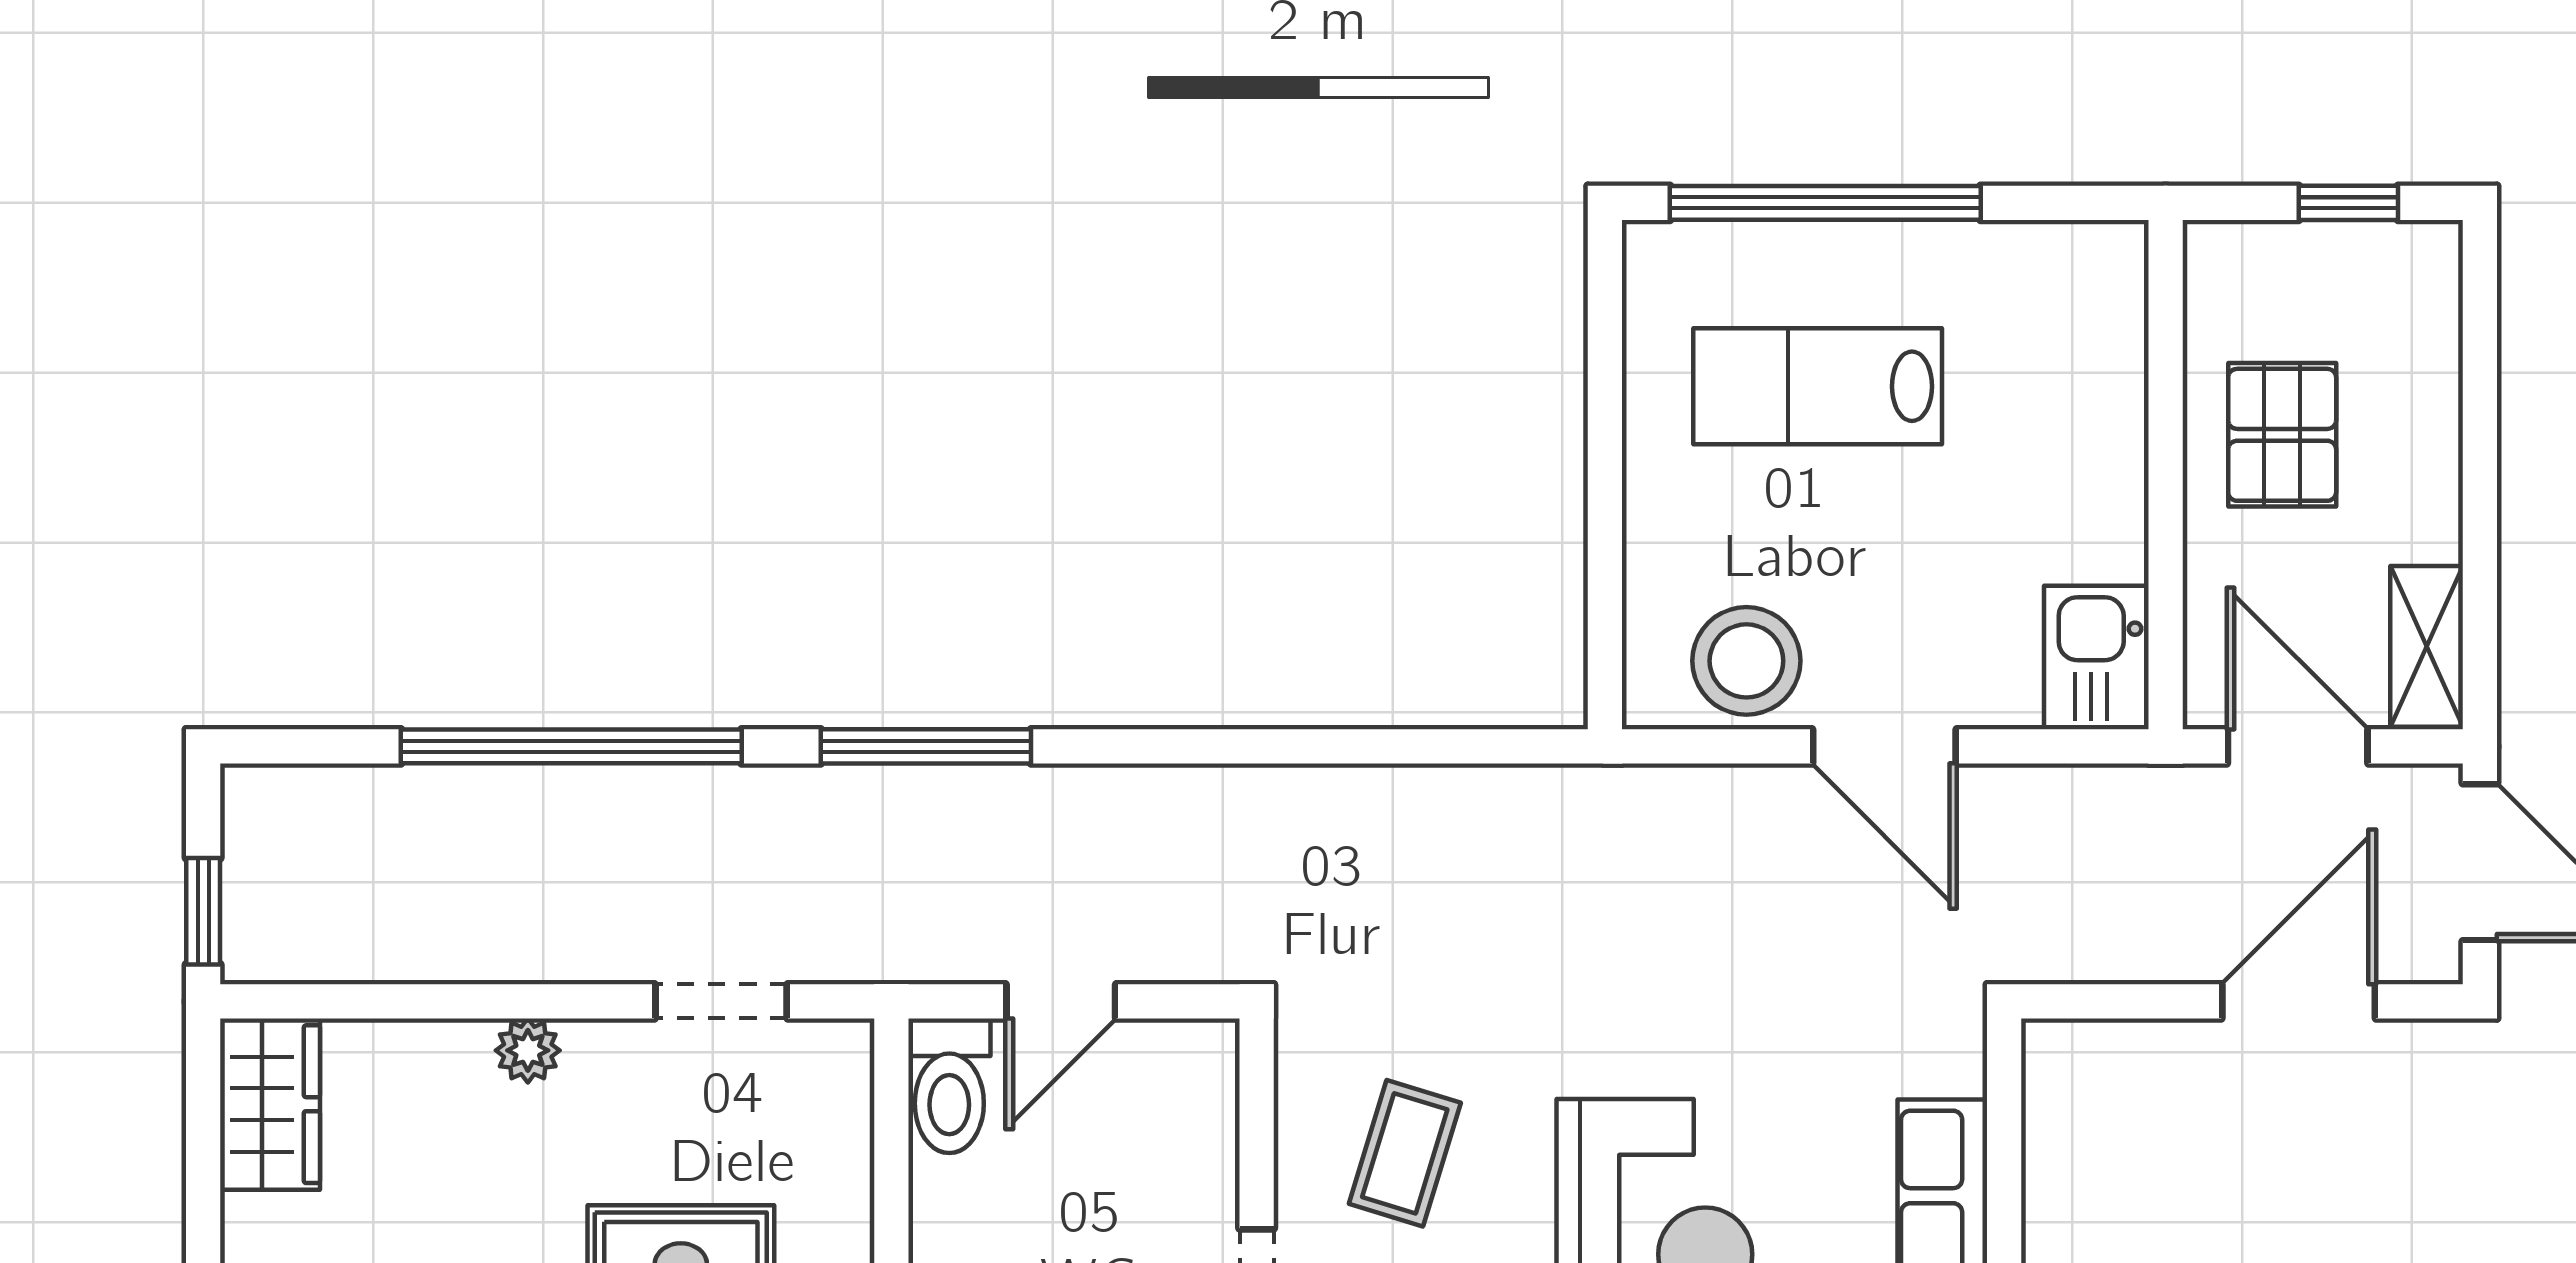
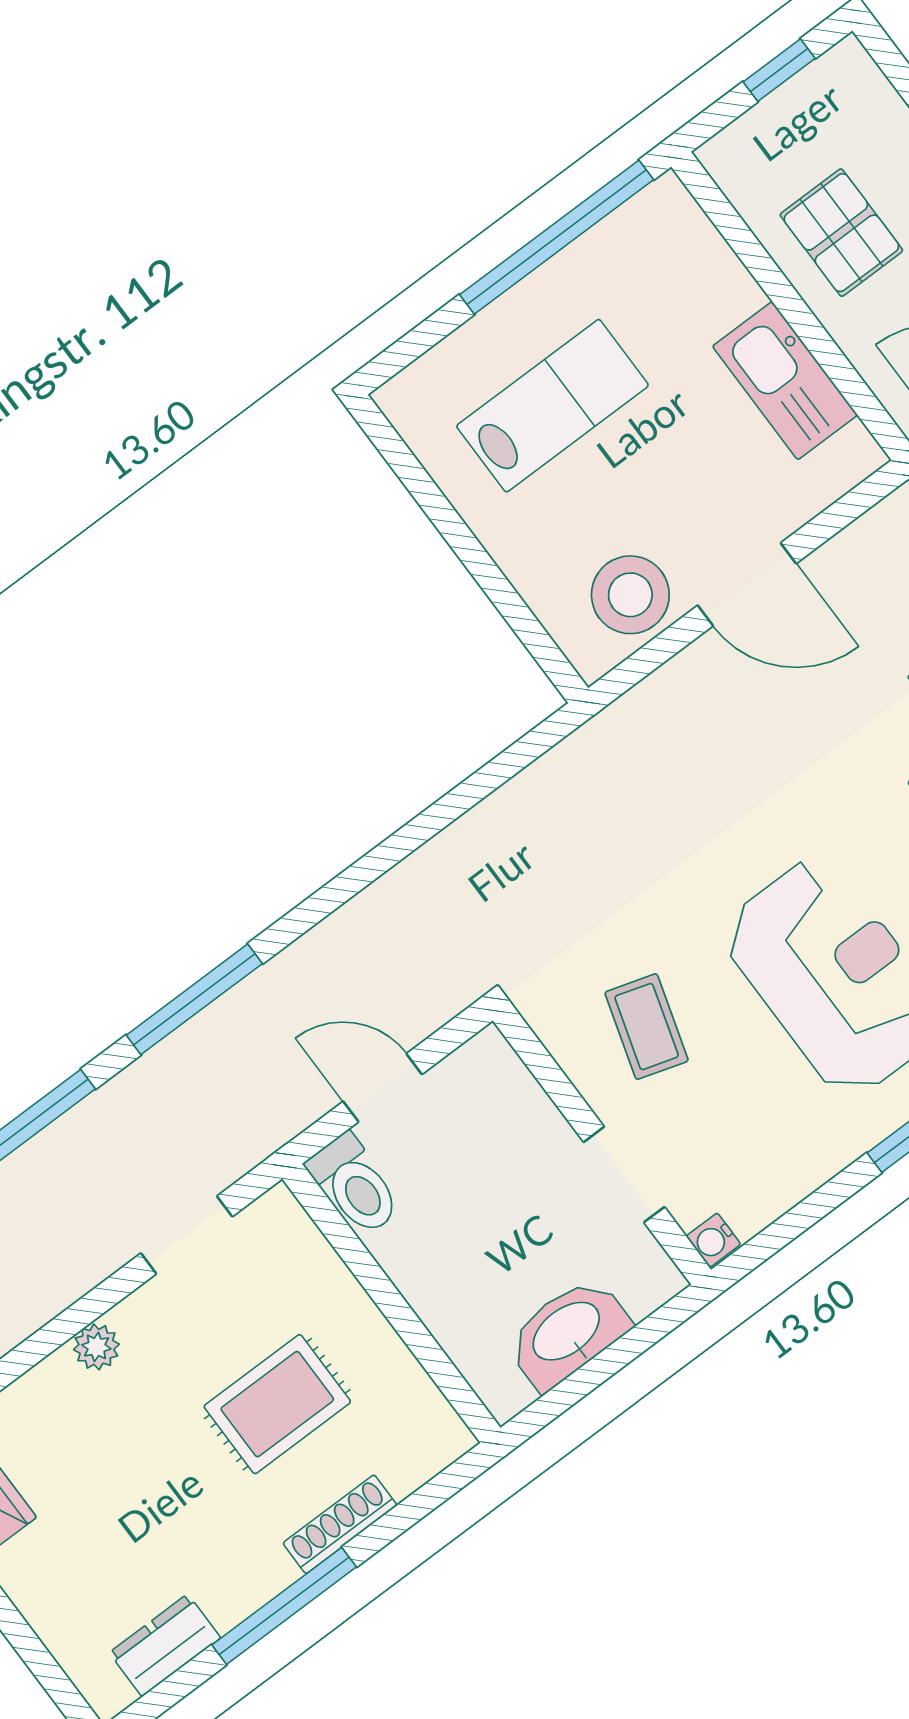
window: (1825, 203) -> (557, 237), moved
lab bench: (1818, 386) -> (553, 406), turned 180
kitchen sink: (2096, 657) -> (785, 381), moved, width x1.38
door: (1061, 1001) -> (383, 1088), swing flipped

